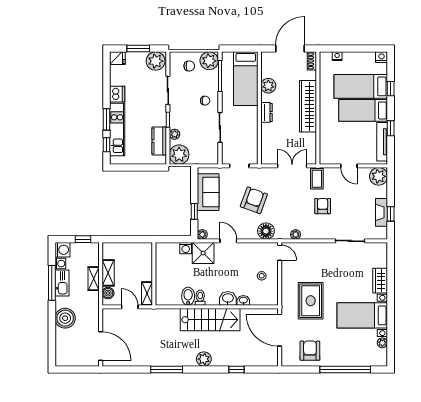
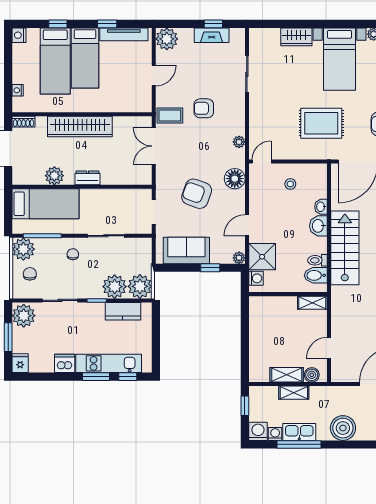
plant: (175, 134) -> (115, 287), width x1.88, depth x1.88
wall: (154, 274) -> (288, 294), moved
shelving: (147, 293) -> (312, 303), moved

